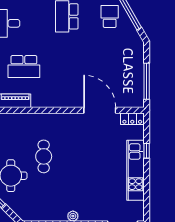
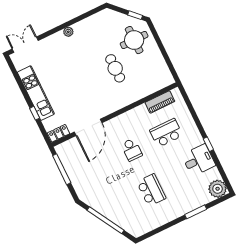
school desk: (110, 16) -> (132, 150), moved
door: (100, 110) -> (88, 127), hinge flipped

